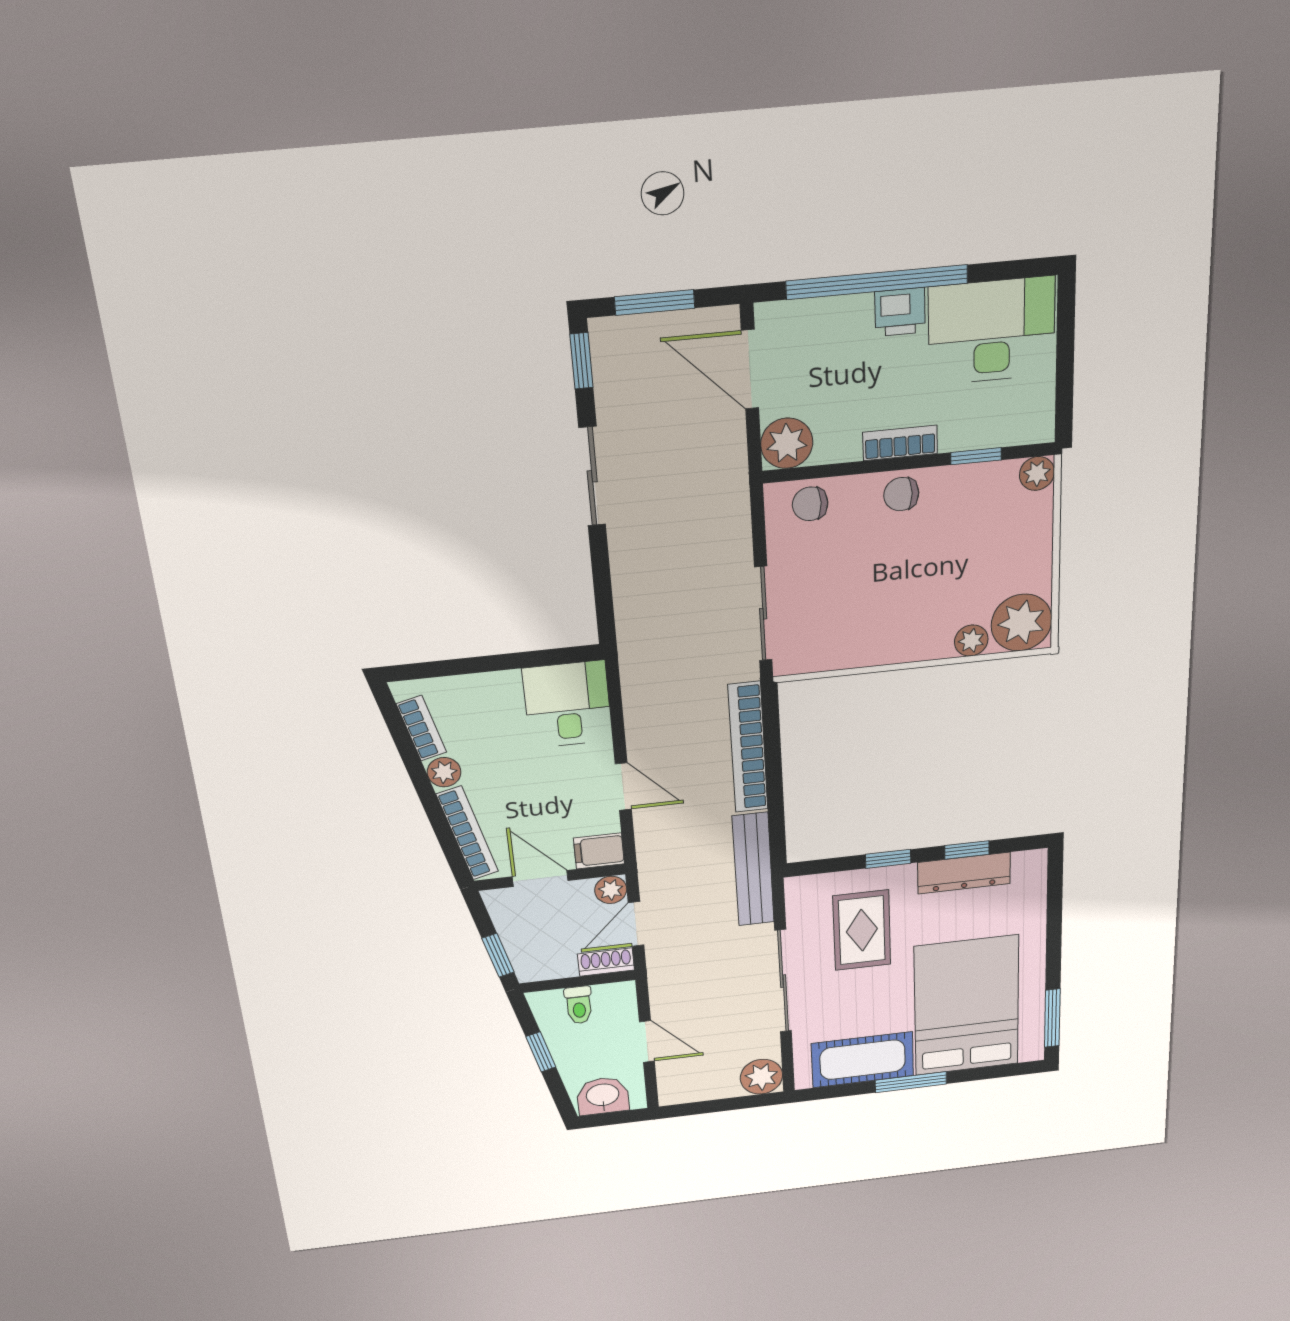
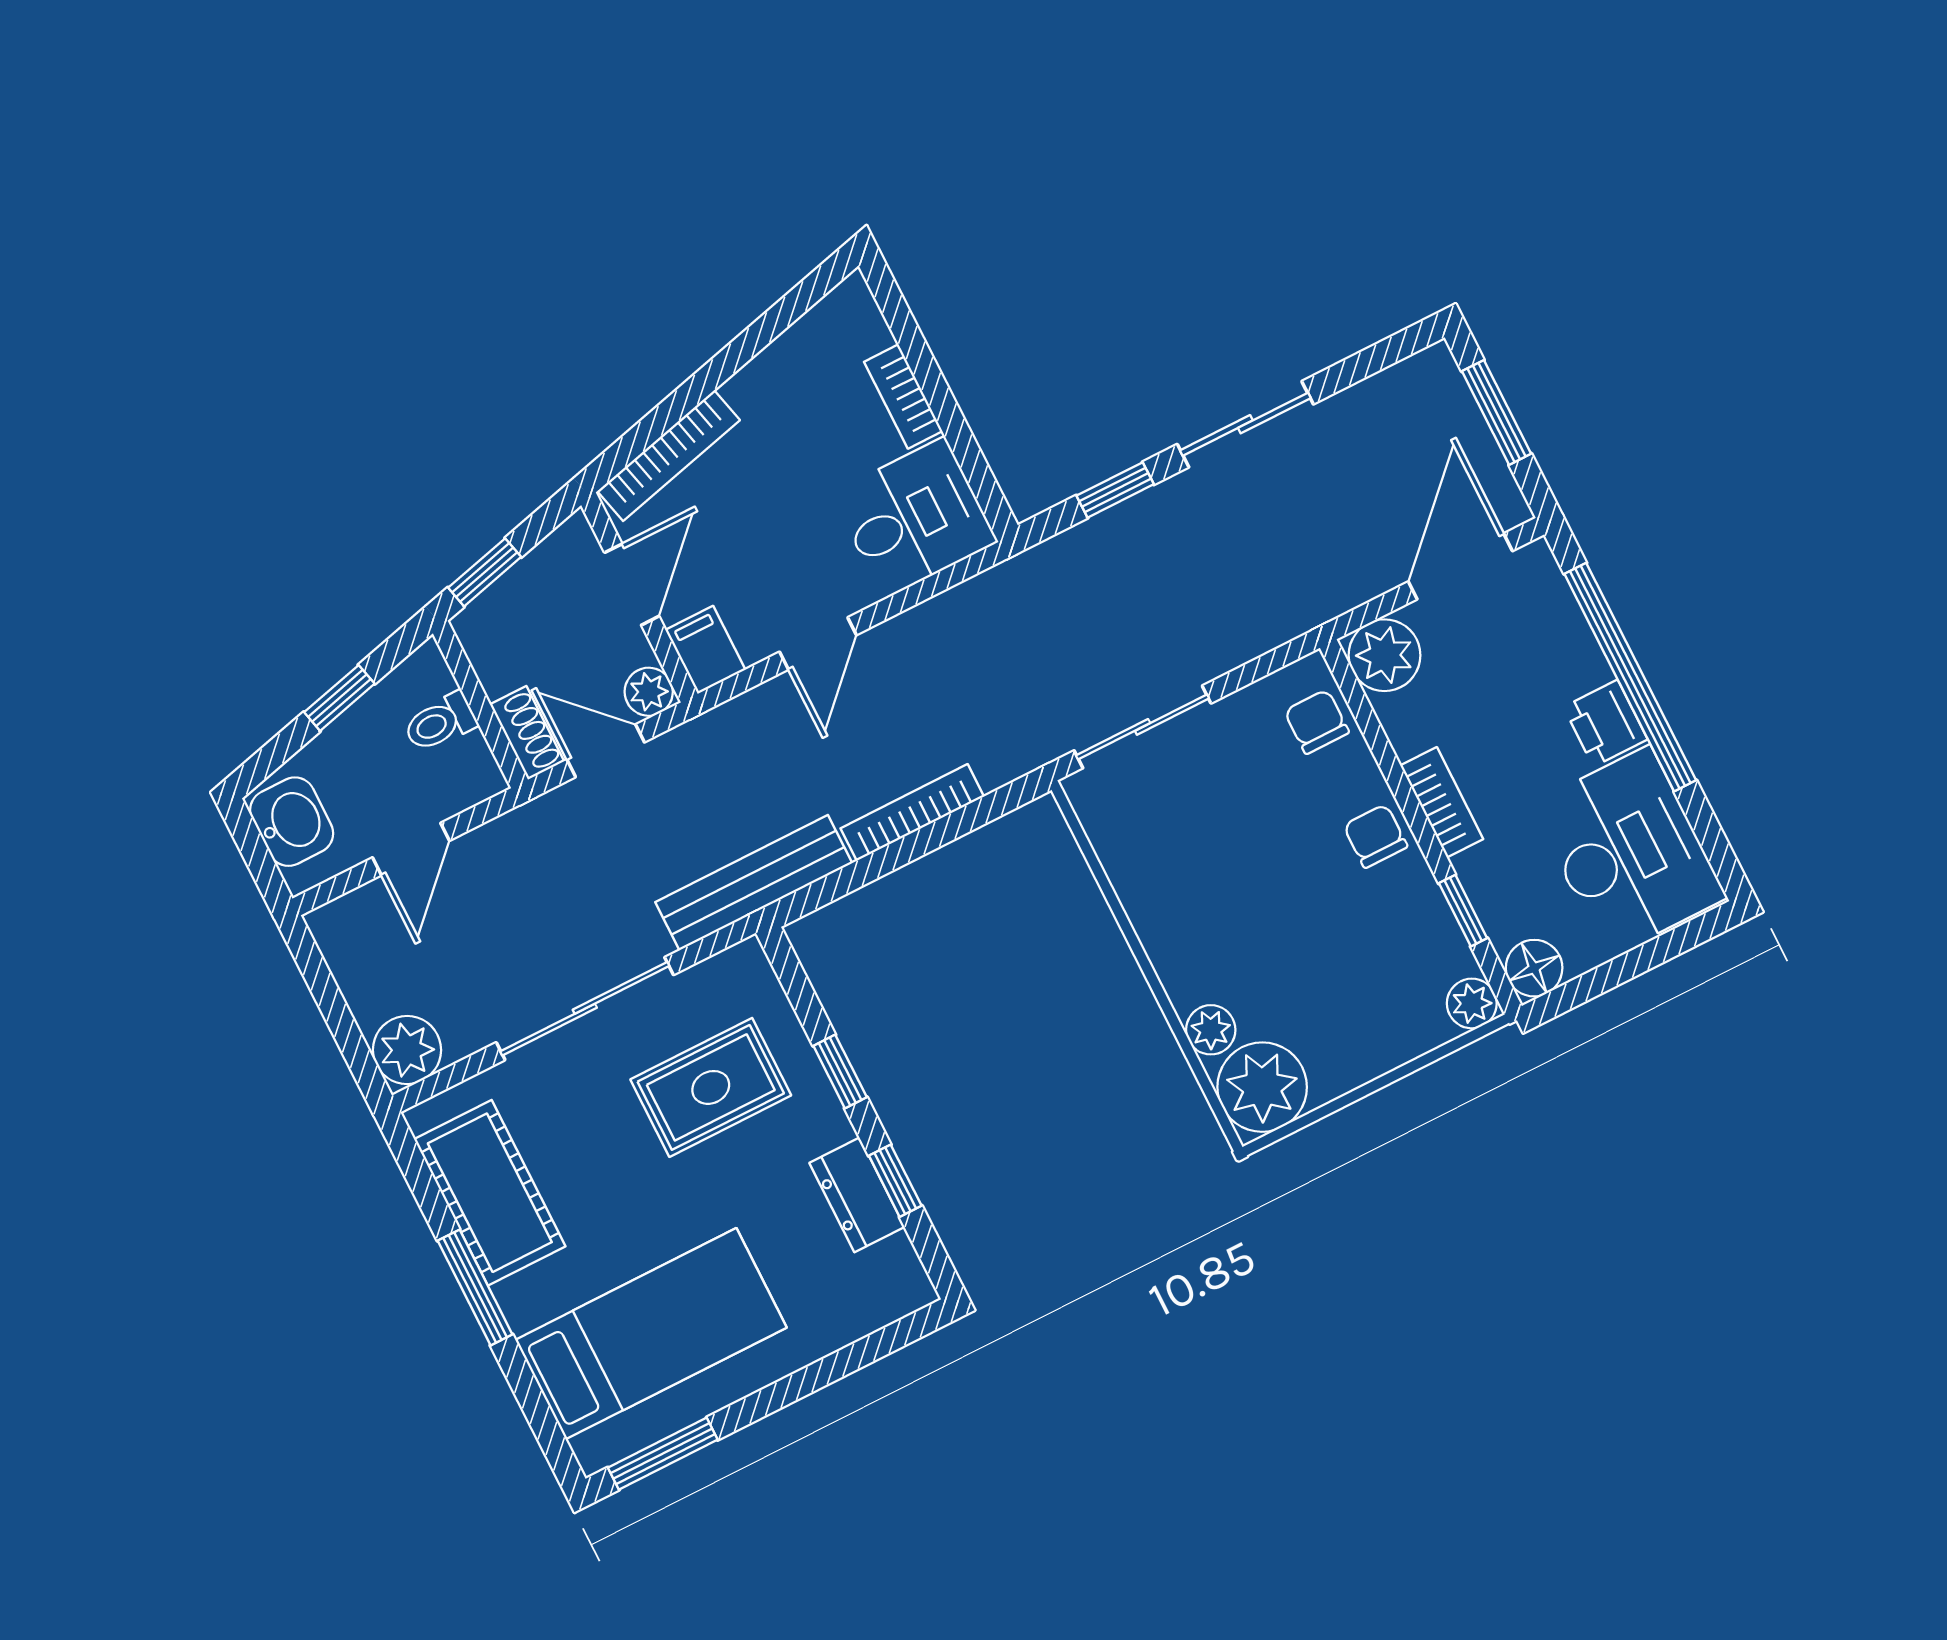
window: (581, 361) -> (1115, 490), moved
floor lamp: (1035, 424) -> (1534, 968), added
bookcase: (421, 728) -> (903, 397), moved, turned 104
bookcase: (748, 747) -> (912, 812), width x0.68, depth x0.76
plant: (444, 772) -> (752, 389), removed
dresser: (964, 873) -> (857, 1195), width x0.70
bed: (967, 1006) -> (651, 1334), width x0.67

